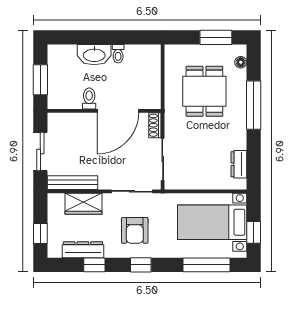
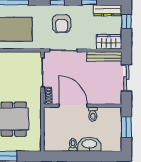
door: (118, 111) -> (73, 106), hinge flipped
wardrobe: (84, 204) -> (109, 42), moved
armchair: (135, 230) -> (62, 24), turned 180
dresser: (83, 250) -> (107, 10), moved

